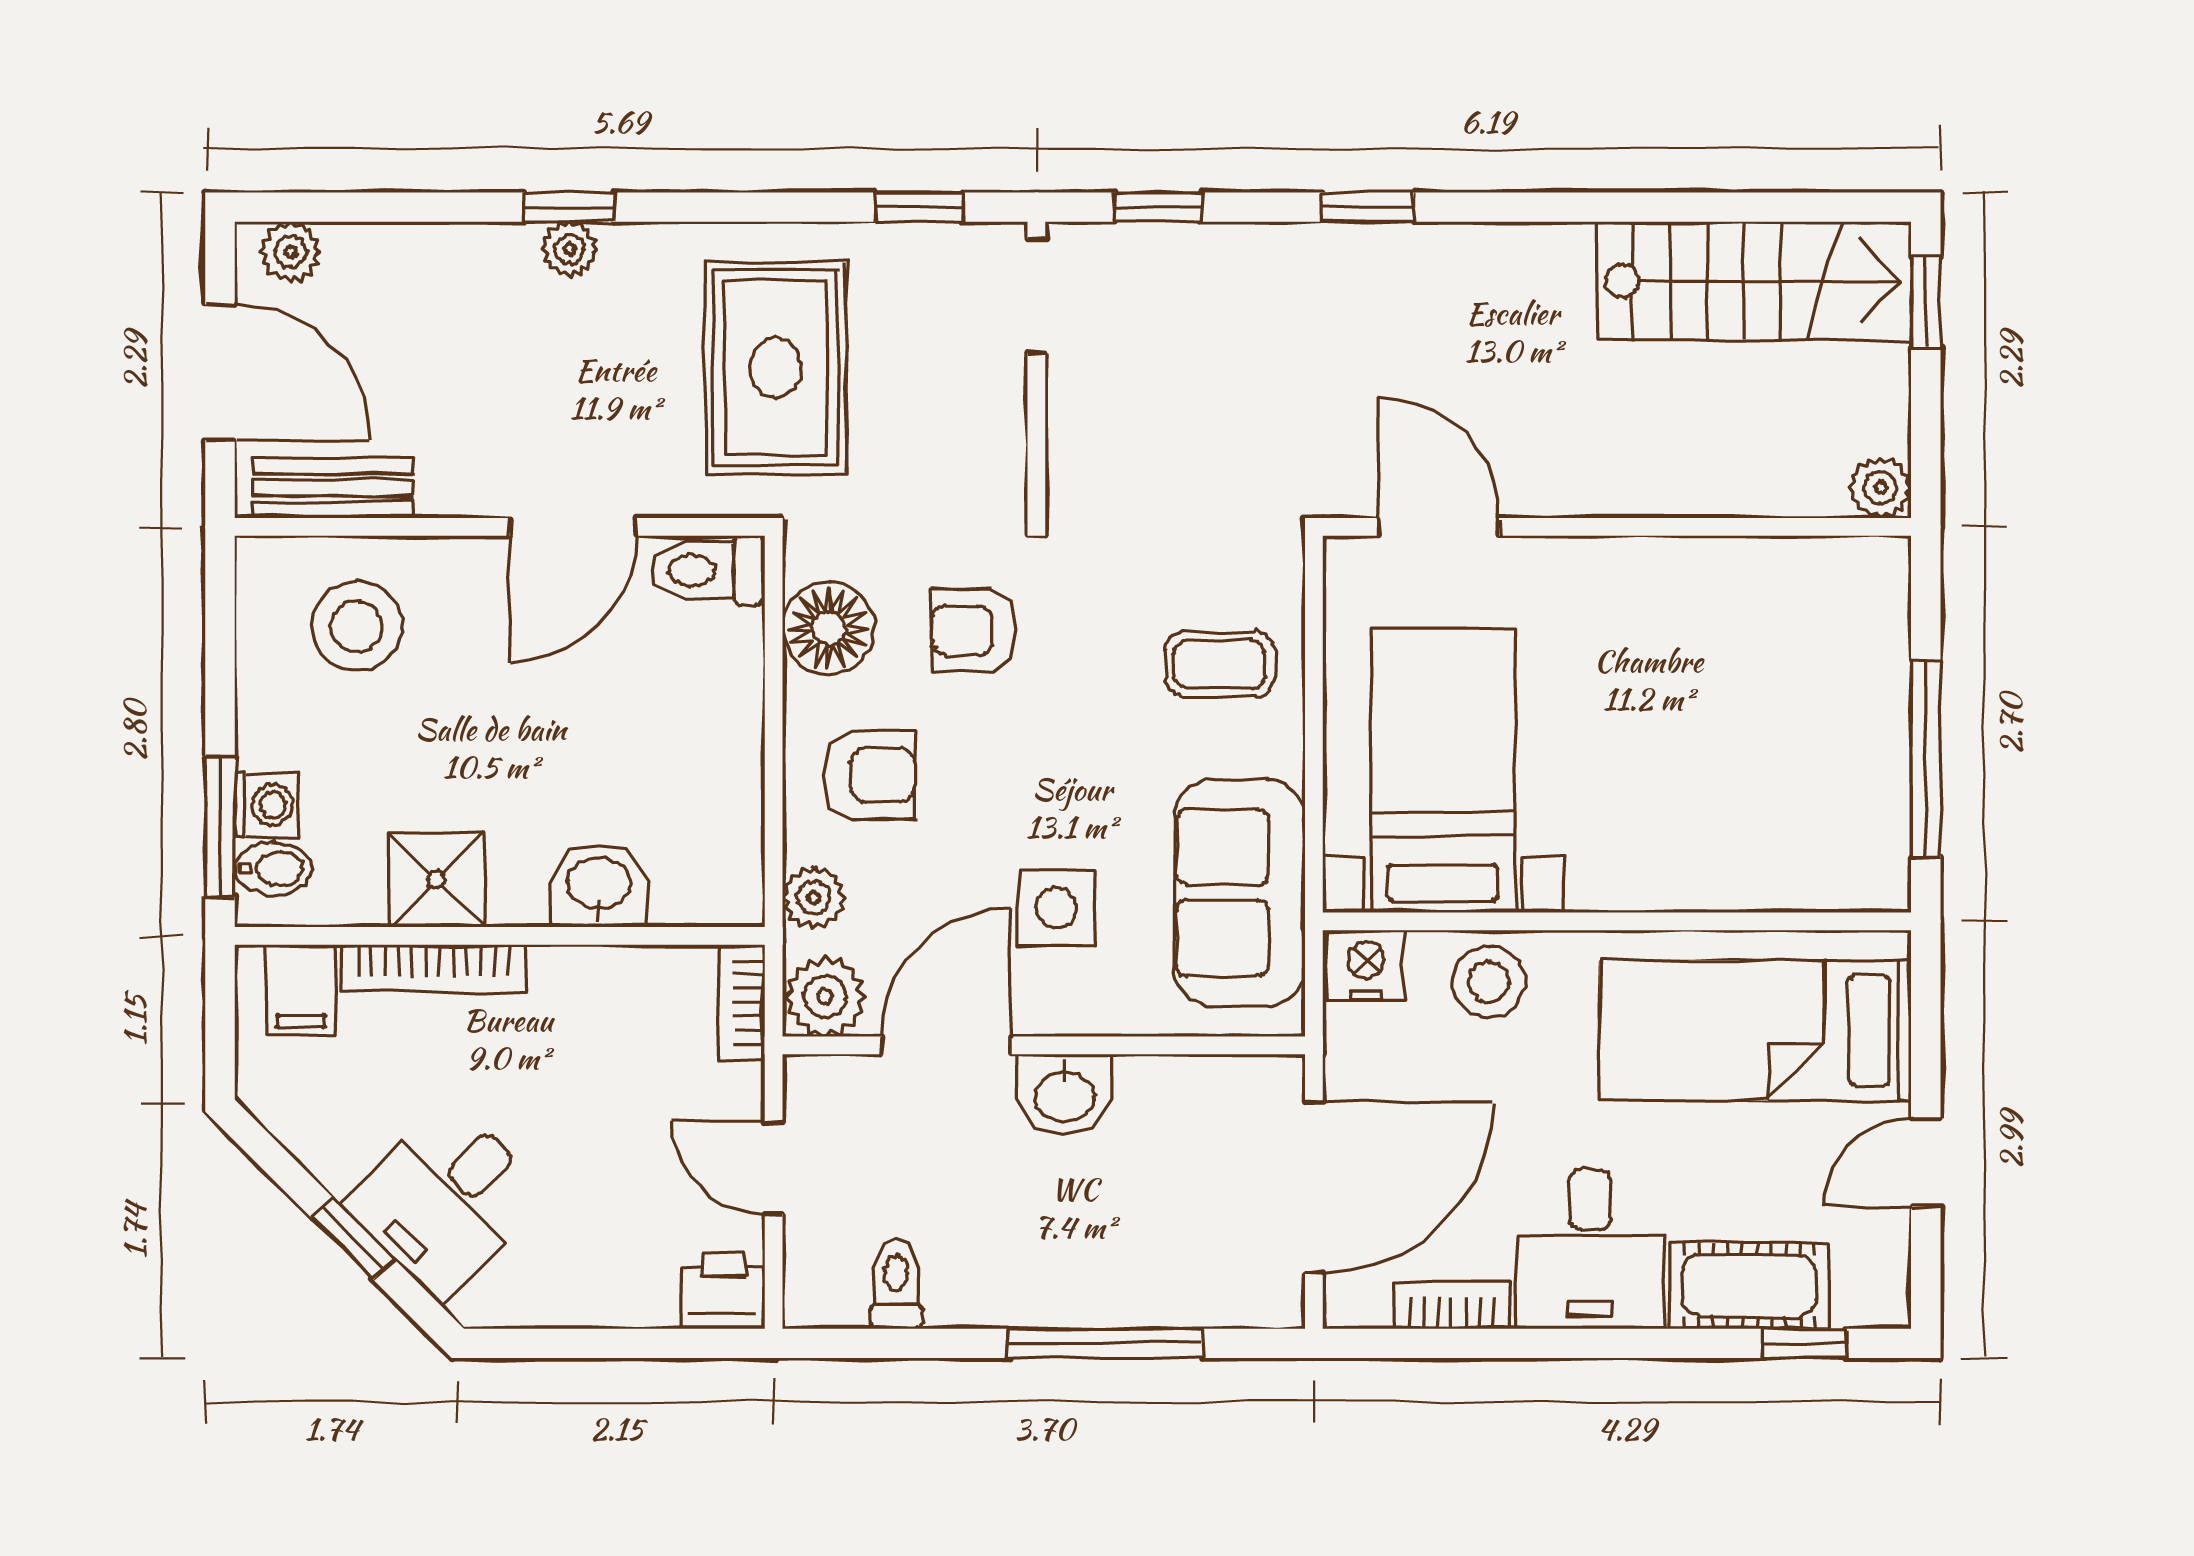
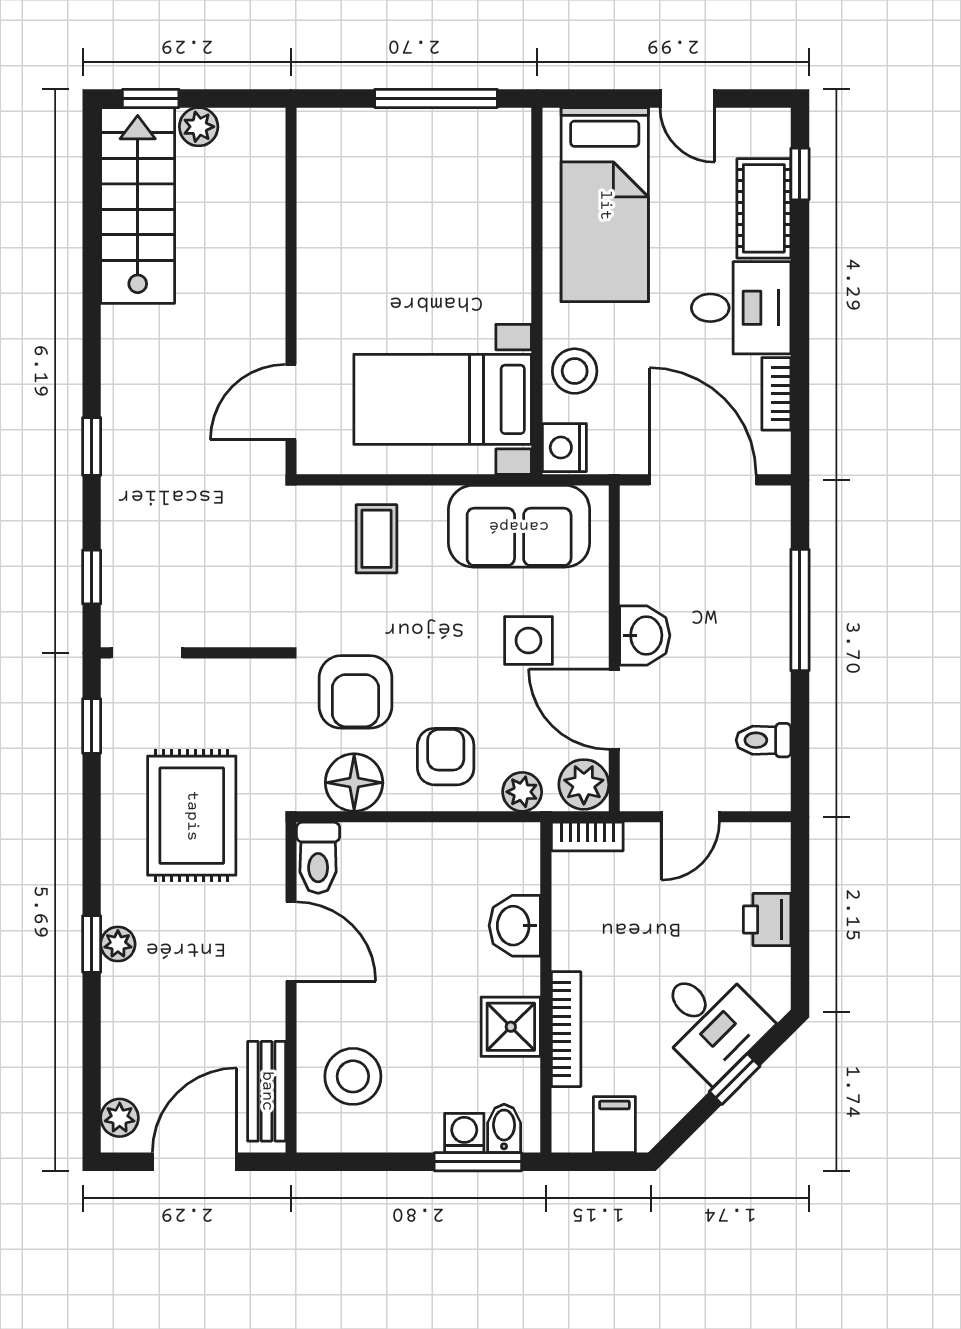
rug: (775, 368) -> (192, 816), turned 90
plant: (1880, 487) -> (199, 127), moved
armchair: (974, 630) -> (355, 692), width x1.38, depth x1.38
filing cabinet: (301, 990) -> (614, 1125), moved, turned -90
printer: (723, 1291) -> (767, 920), moved

